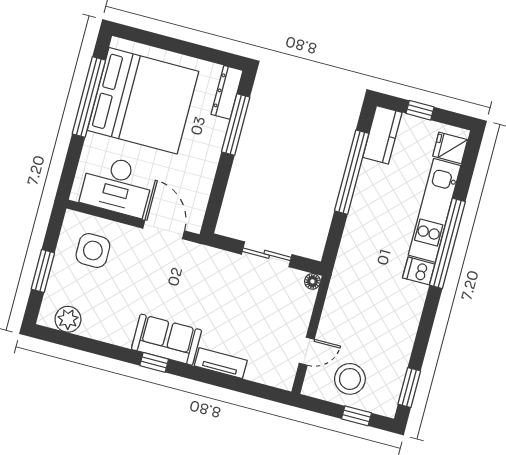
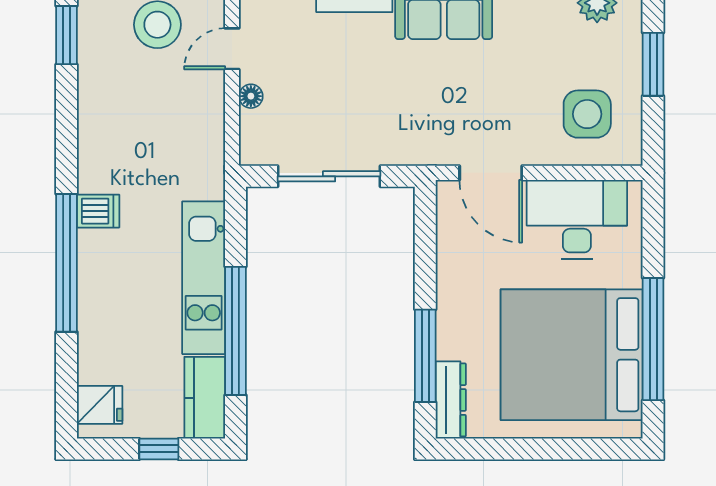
kitchen unit: (435, 210) -> (204, 278), moved, turned 180
sliding door: (267, 254) -> (329, 176), width x1.37
floor lamp: (312, 281) -> (251, 96), moved

